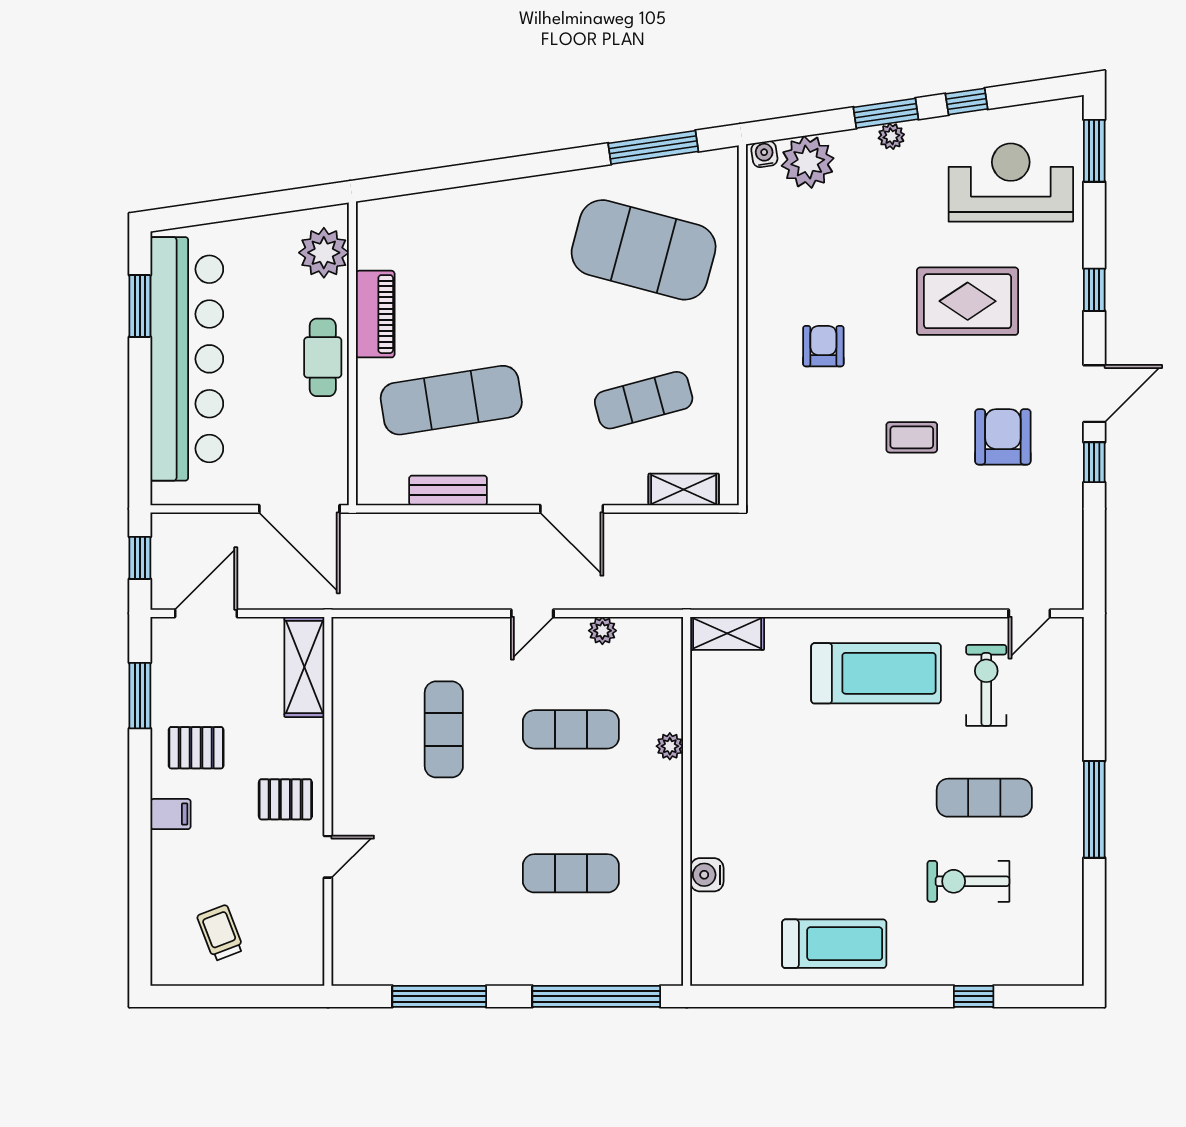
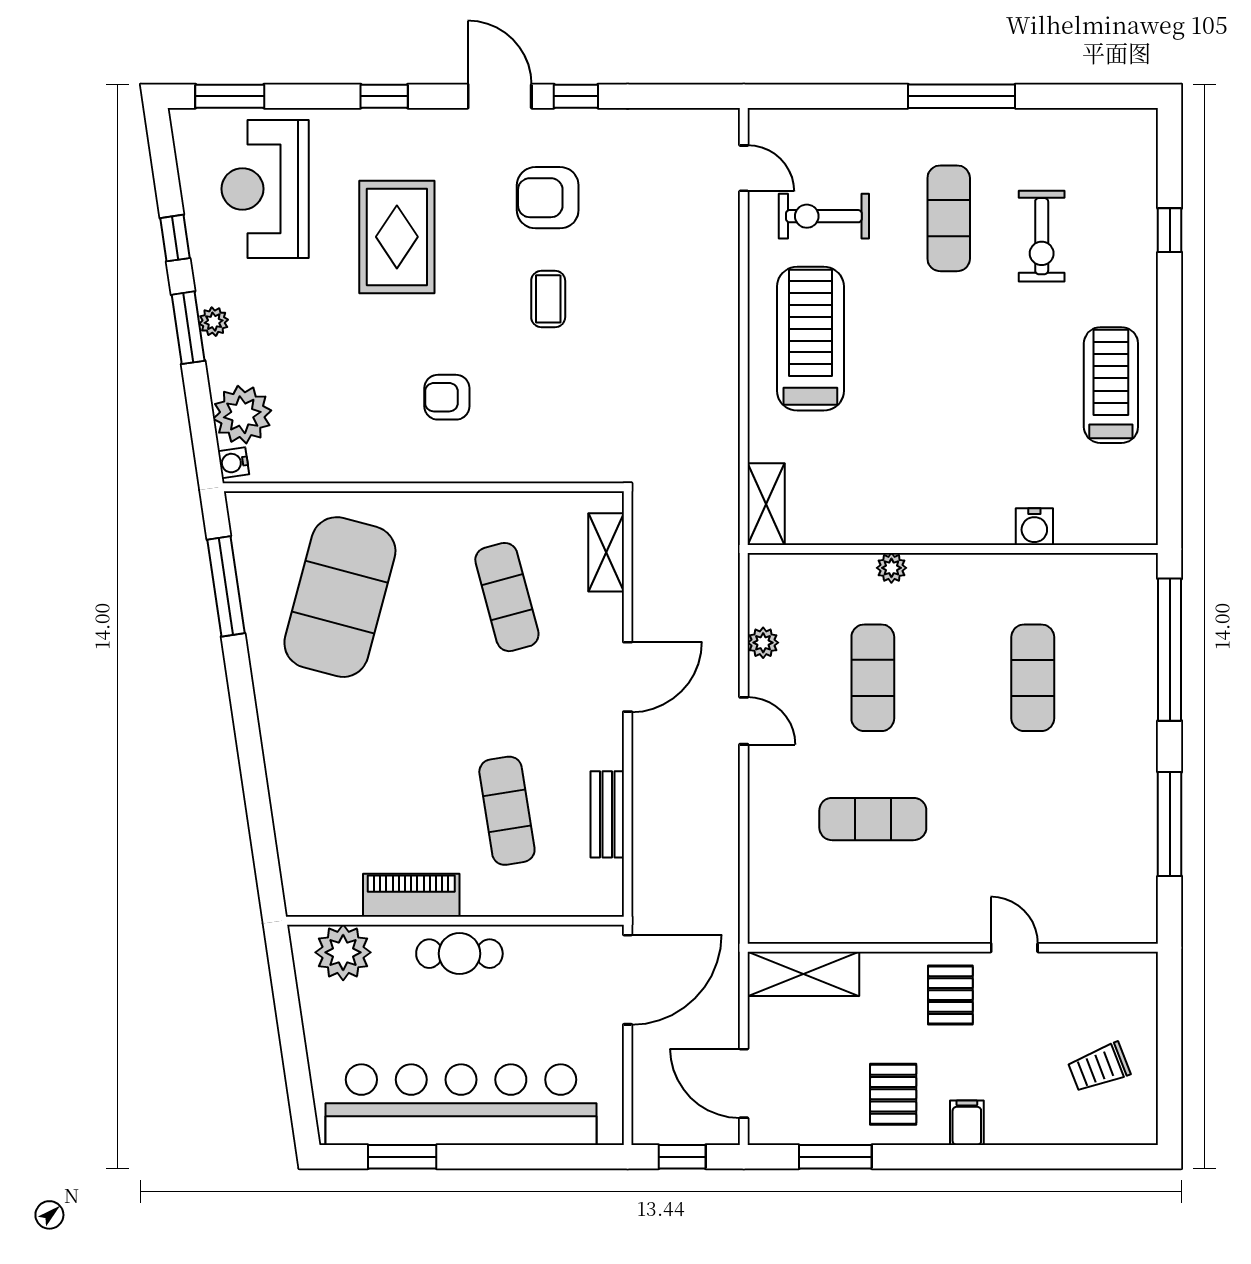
exercise mat: (451, 400) -> (507, 811), width x0.73, depth x0.69

